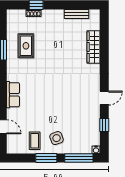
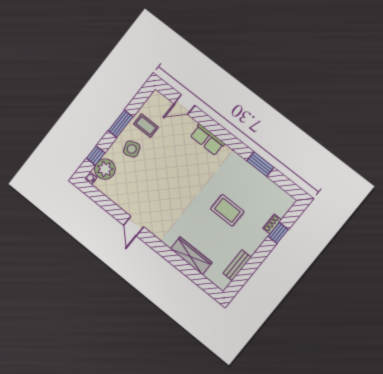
rug: (26, 46) -> (227, 210), moved
window: (104, 125) -> (108, 205), removed
plant: (83, 145) -> (105, 169), added
window: (79, 158) -> (96, 155), width x0.46

